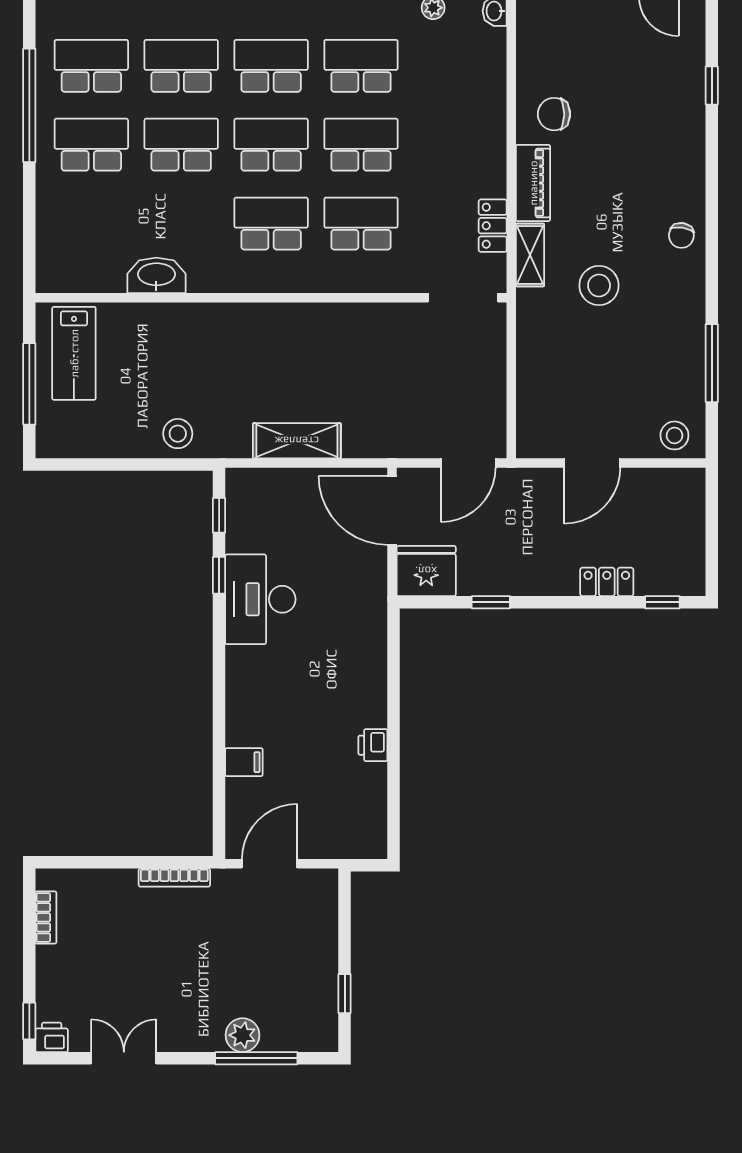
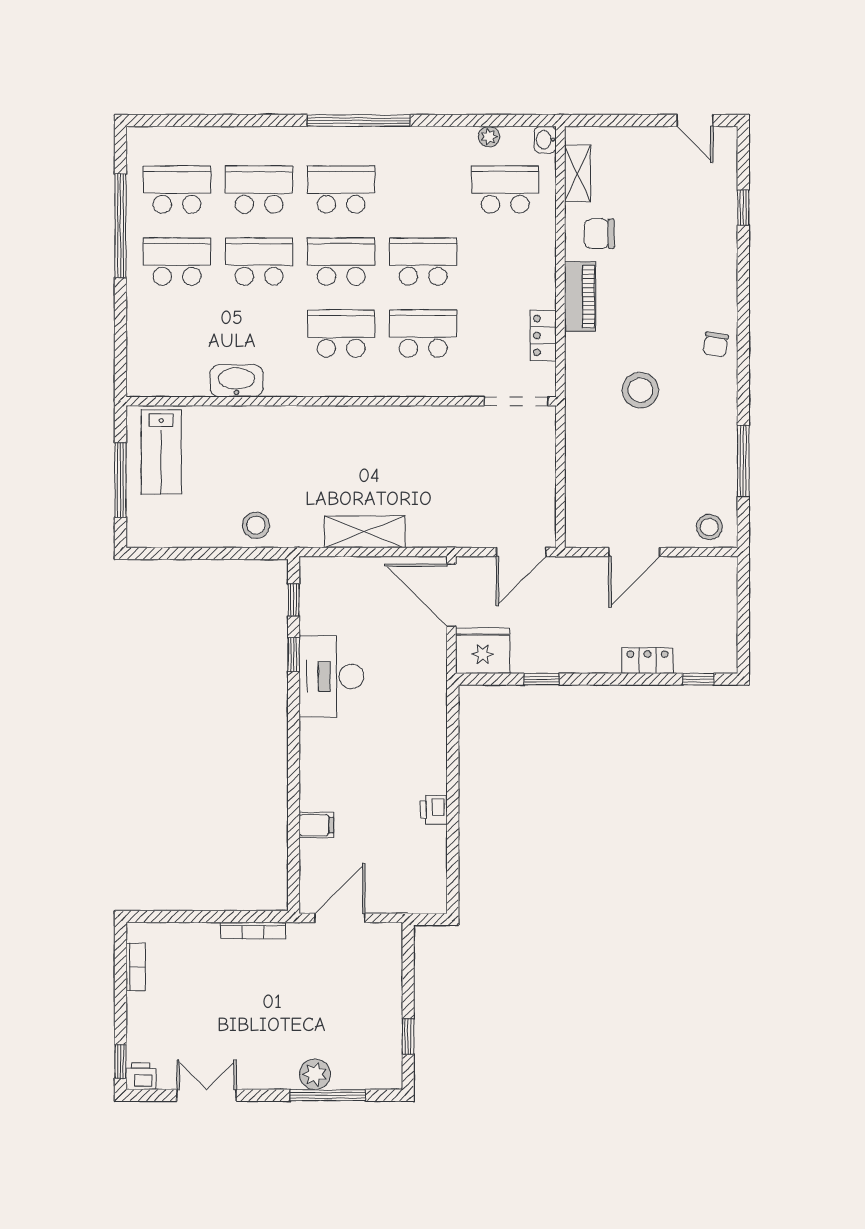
school desk: (361, 66) -> (505, 190), moved
shelving: (530, 255) -> (577, 173), moved

